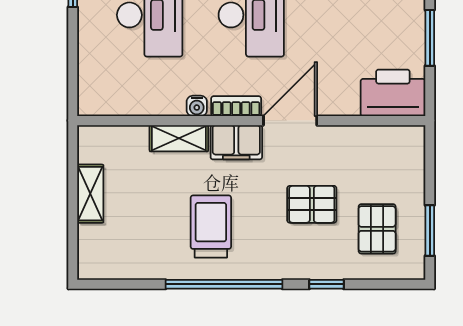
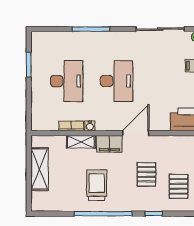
bookcase: (236, 106) -> (71, 126), moved
shelving: (90, 194) -> (40, 169), width x1.50, depth x1.33
pallet: (312, 204) -> (146, 174), turned 90

